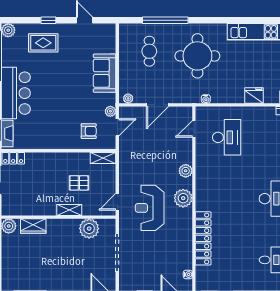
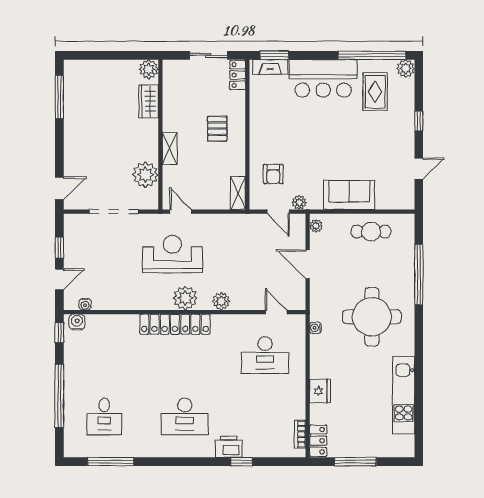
rug: (43, 43) -> (375, 92), moved
cafe table: (149, 51) -> (371, 232), moved
pallet: (79, 183) -> (217, 129), moved
locker: (203, 238) -> (175, 324), moved
water cooler: (201, 281) -> (77, 322), added

